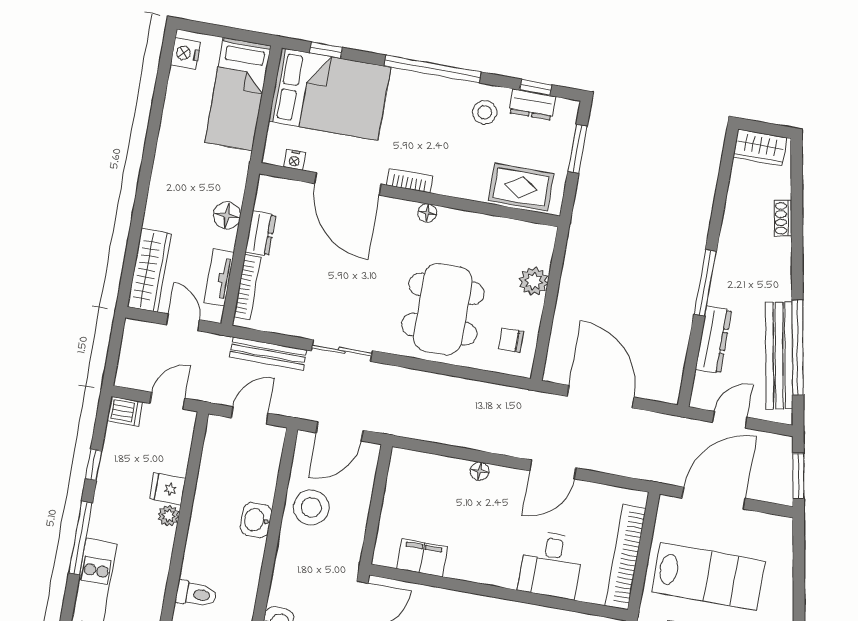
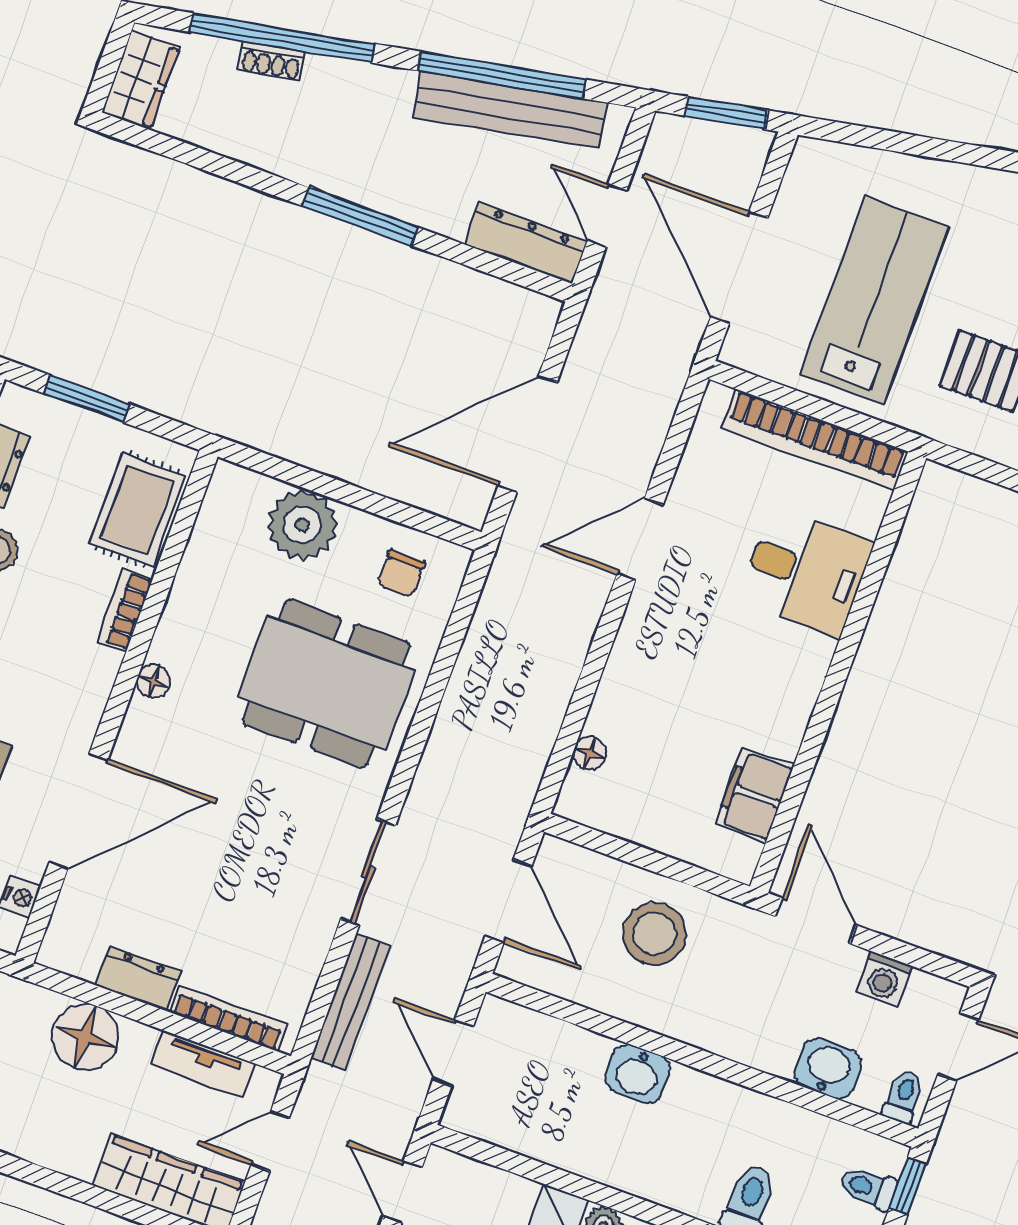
bookcase: (410, 181) -> (125, 610), moved
floor lamp: (227, 215) -> (85, 1037), width x1.38, depth x1.38
window: (797, 222) -> (283, 38), added
plant: (534, 281) -> (302, 525), width x1.36, depth x1.36
dresser: (713, 340) -> (526, 243), moved
door: (553, 469) -> (640, 540), swing flipped
floor lamp: (480, 471) -> (590, 753), moved
stool: (311, 507) -> (654, 934), moved

